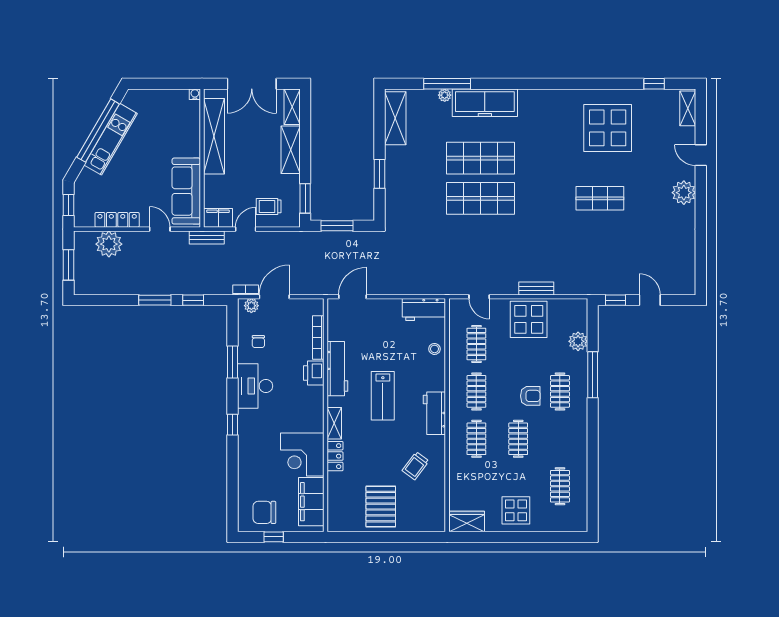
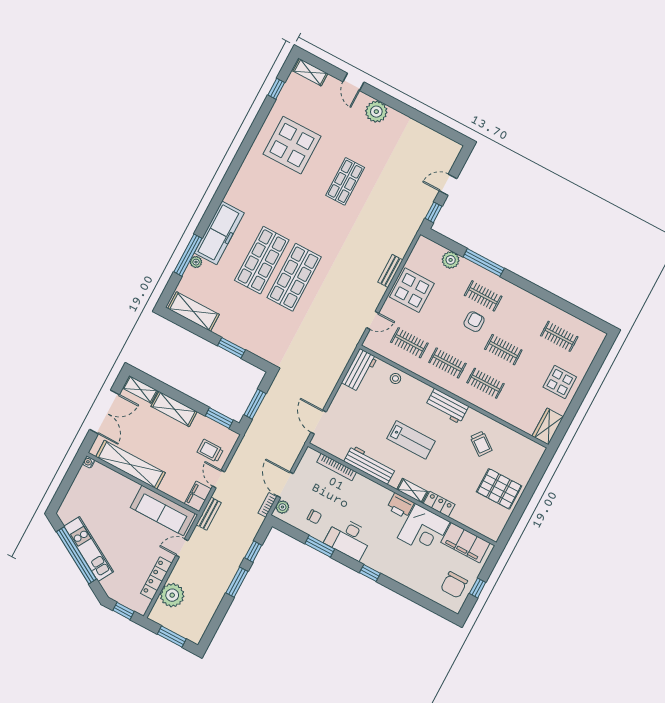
door: (701, 155) -> (353, 82), hinge flipped
trolley: (269, 206) -> (210, 451), turned 90
printer: (314, 373) -> (400, 506), moved

